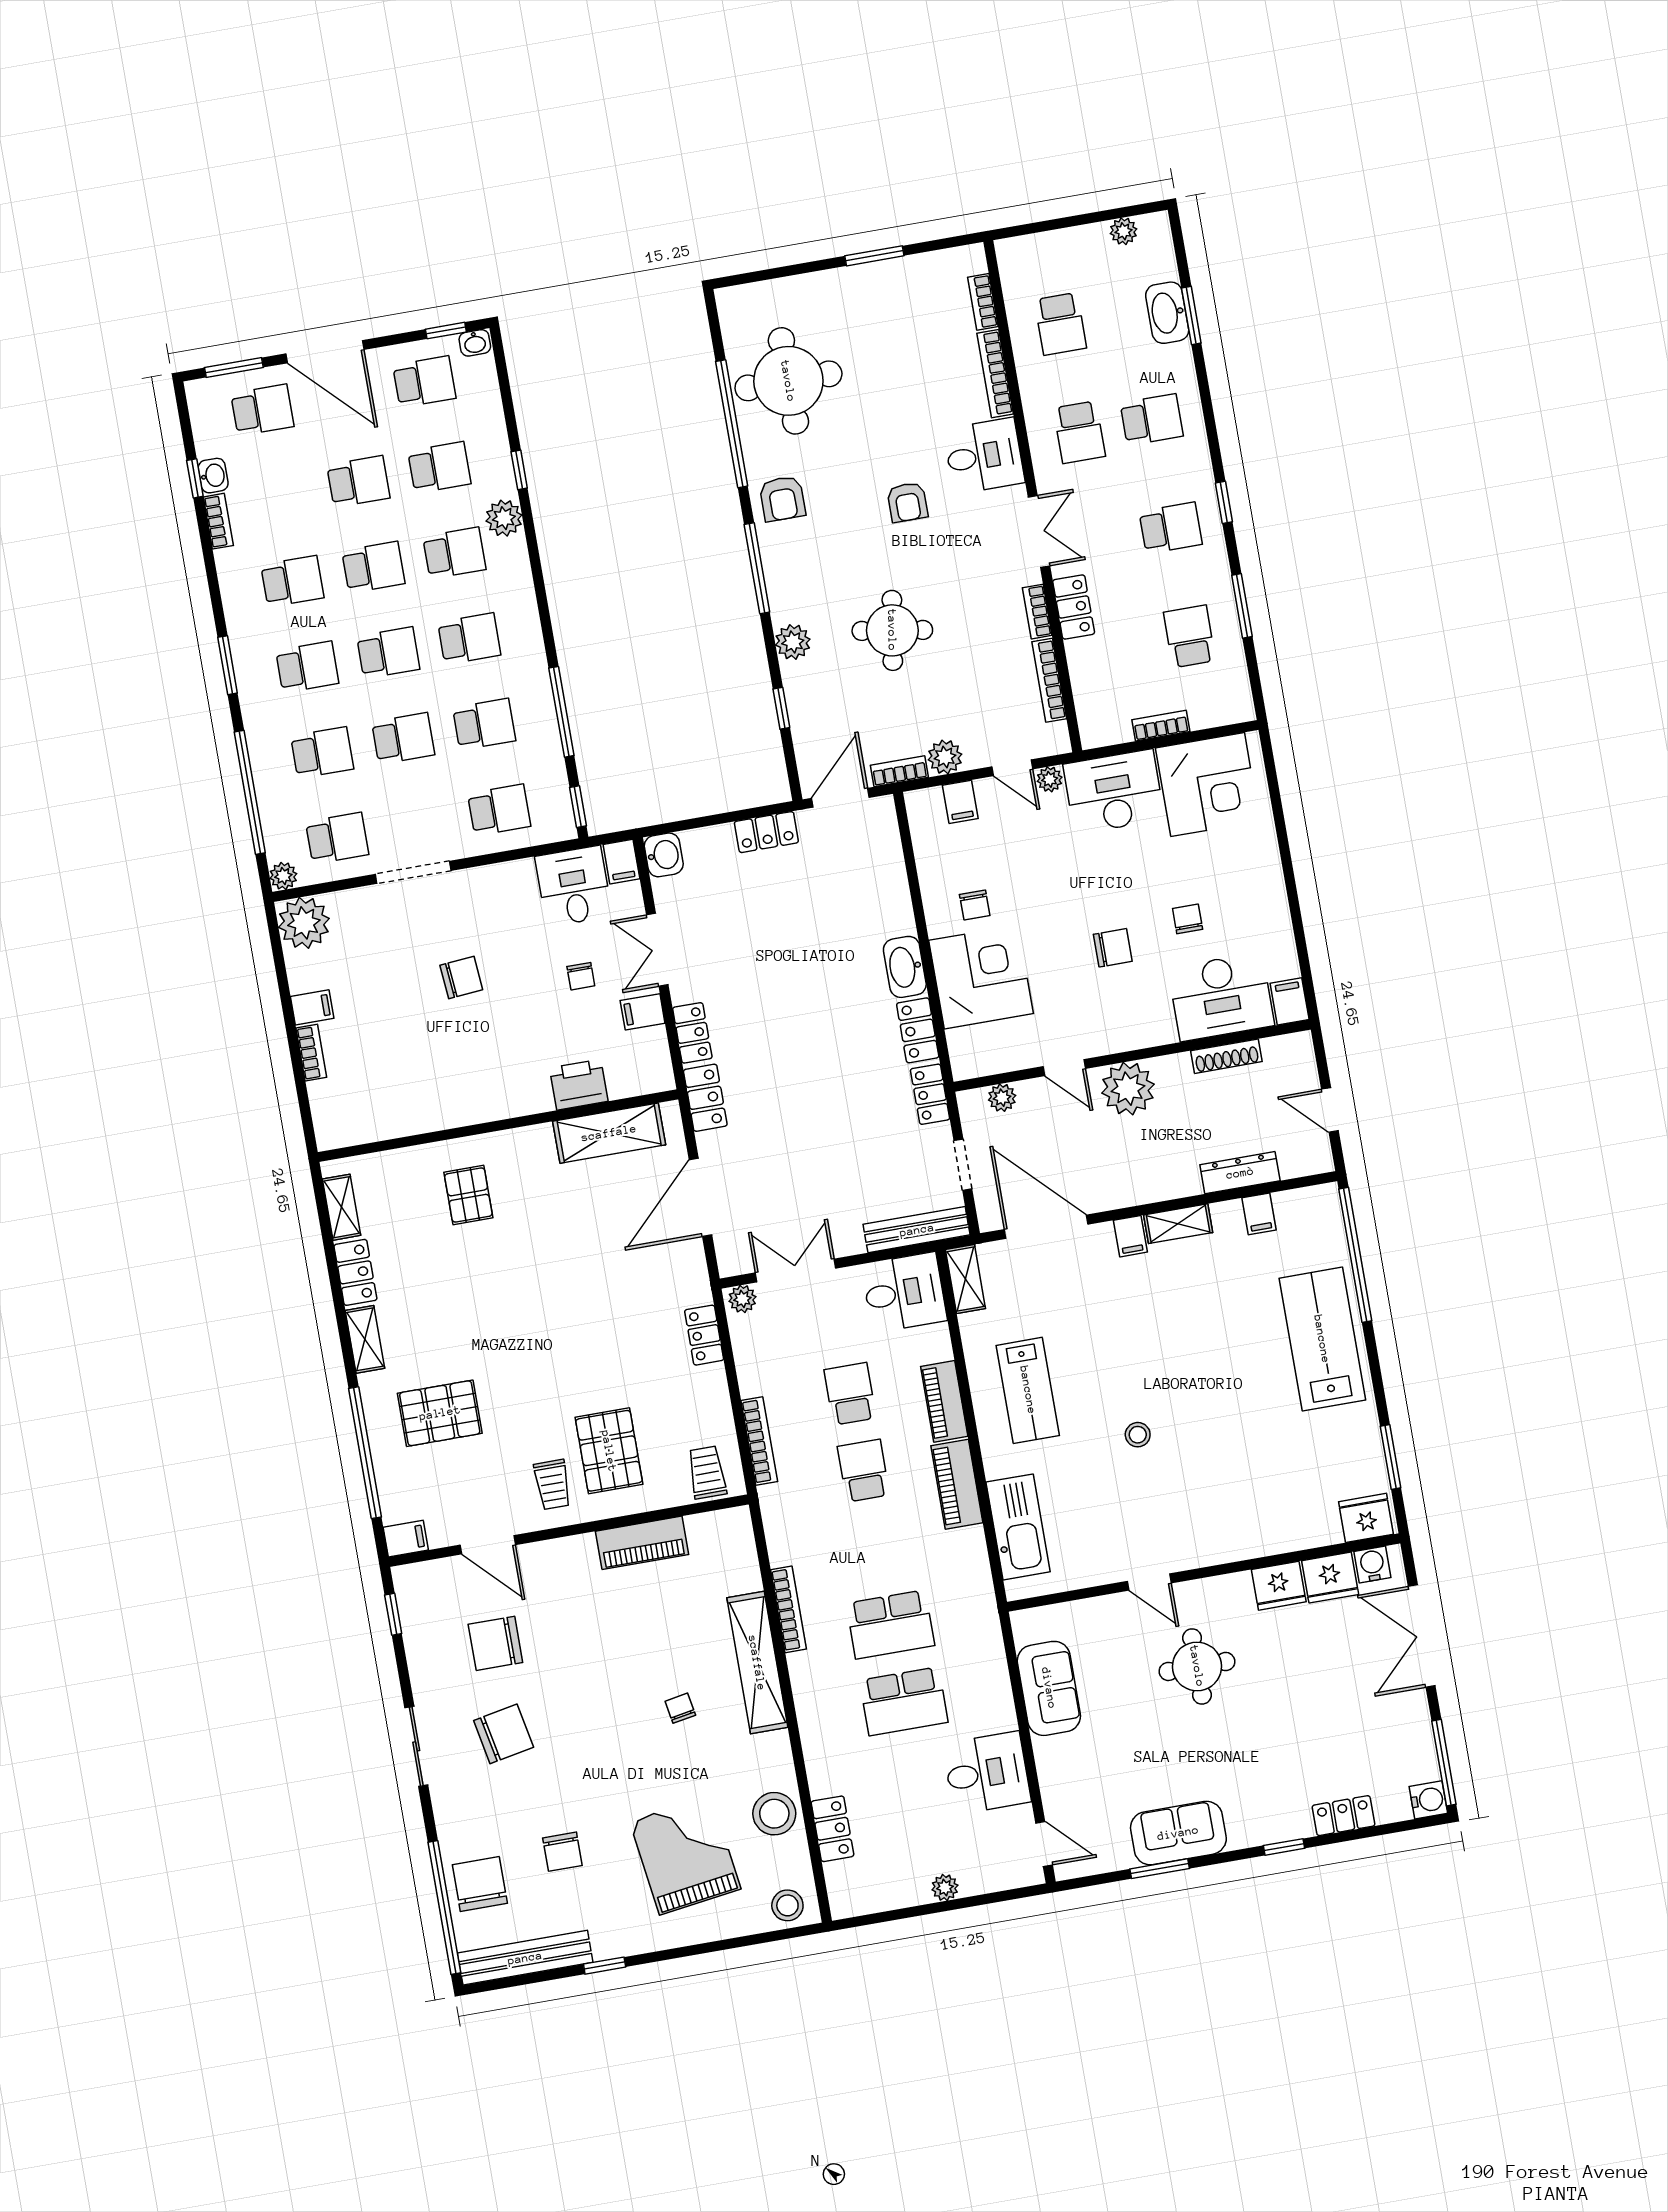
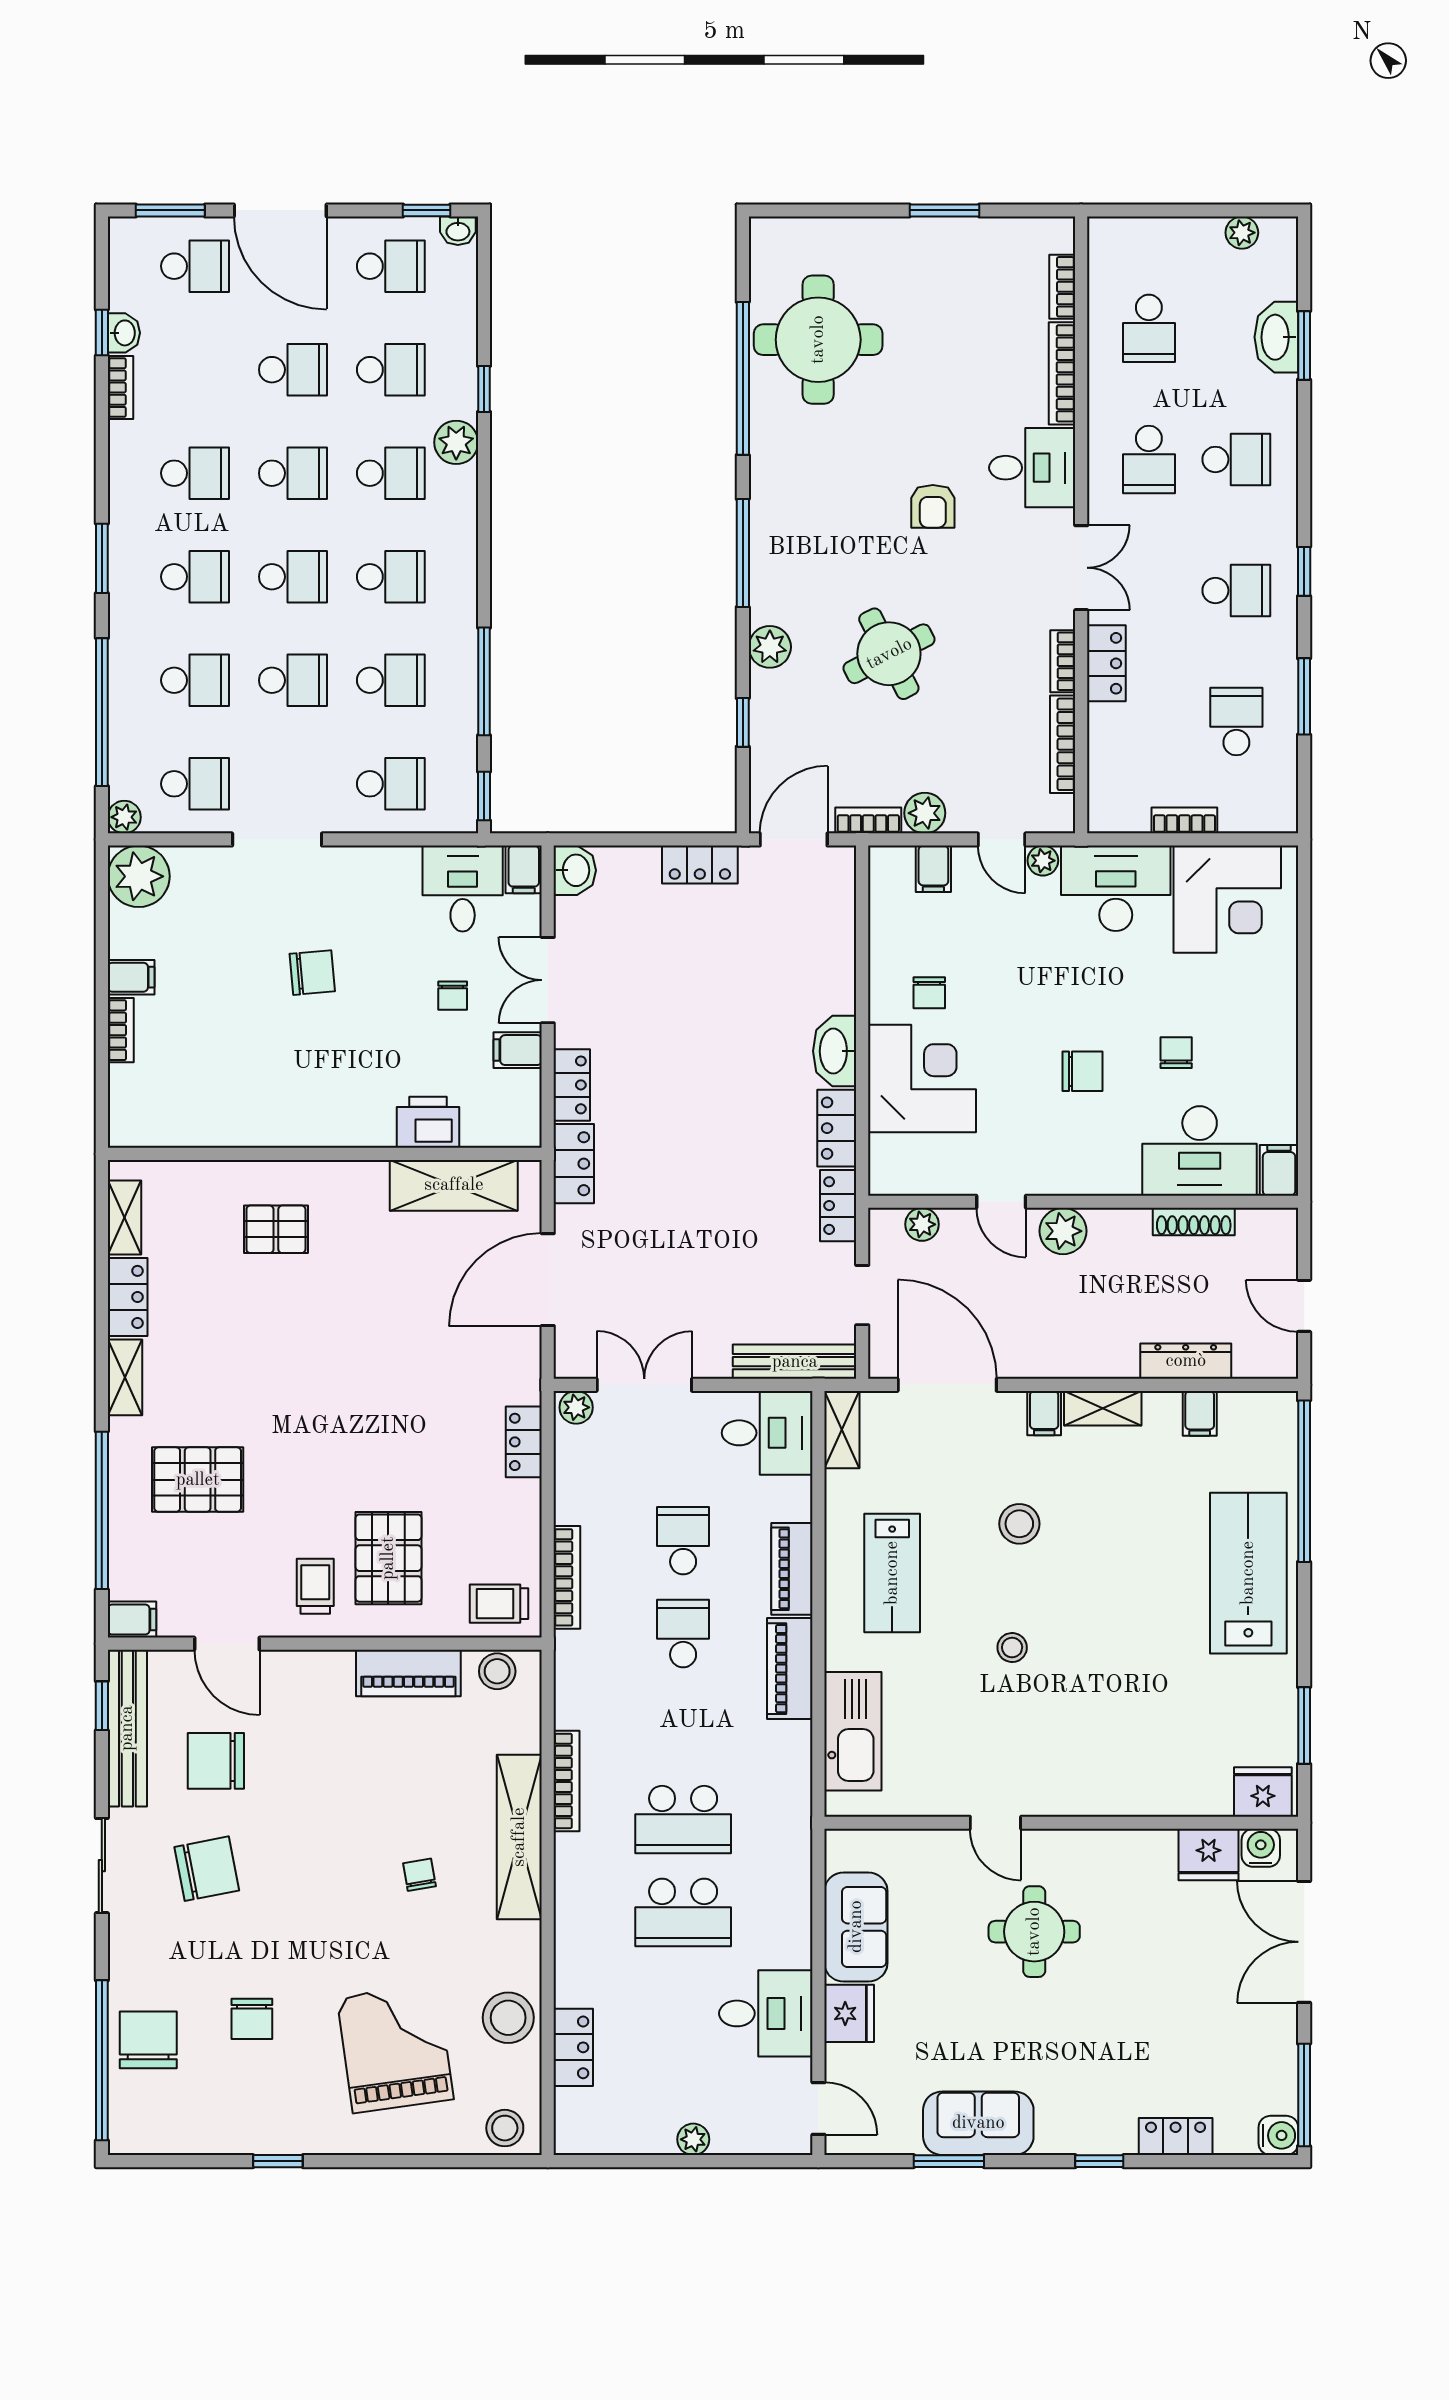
armchair: (782, 499) -> (787, 477), removed
round table: (892, 630) -> (889, 654), turned -36
plant: (1128, 1089) -> (1063, 1231), width x0.73, depth x0.73
pallet: (468, 1195) -> (276, 1229), turned 90
stool: (1126, 1331) -> (1019, 1524), added
trolley: (707, 1472) -> (499, 1604), turned -90
trolley: (552, 1485) -> (315, 1586), turned 180
stool: (715, 1529) -> (497, 1671), added
fridge: (1279, 1586) -> (849, 2013), moved, turned -90
bench: (525, 1958) -> (127, 1728), moved, turned 90

